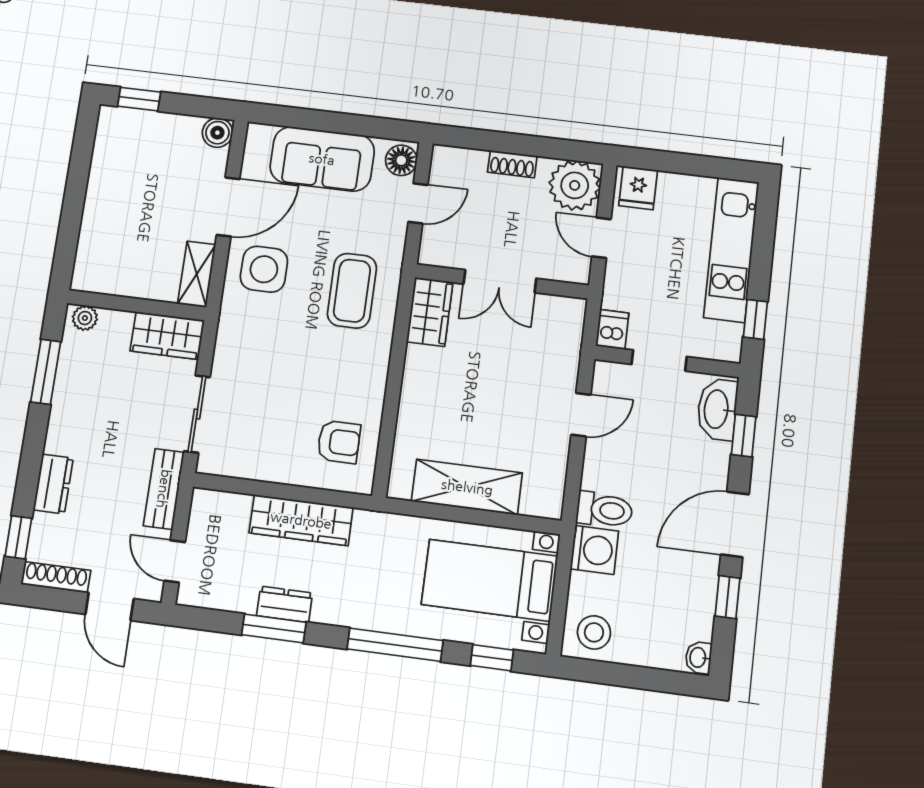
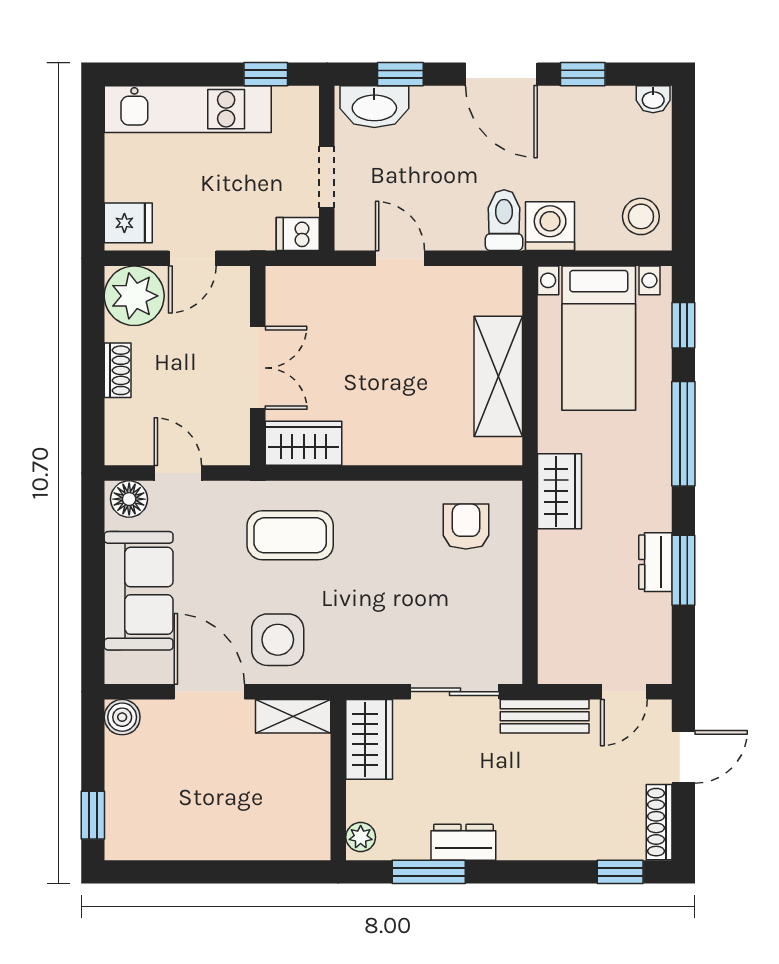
dresser: (53, 484) -> (463, 842), moved
wardrobe: (301, 520) -> (560, 491), moved, width x0.67

